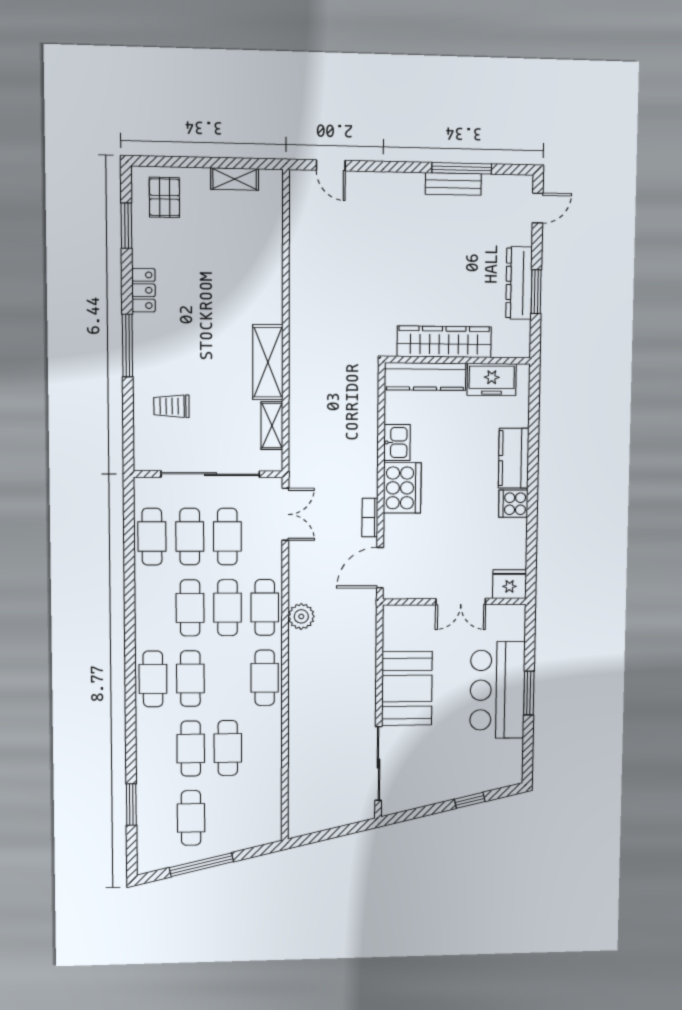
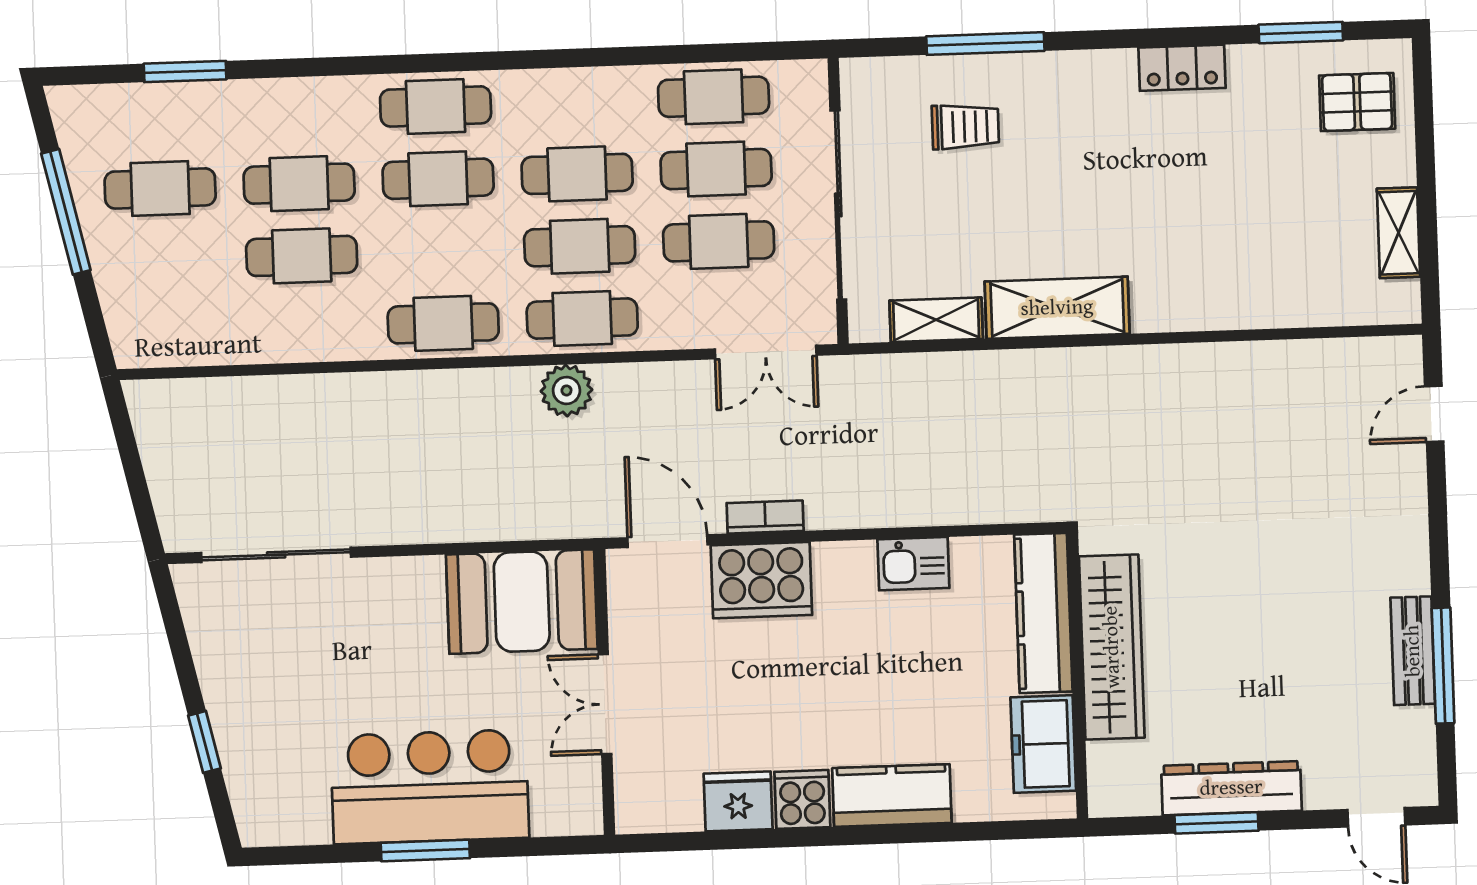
window: (127, 346) -> (985, 44), moved
trolley: (171, 406) -> (965, 127), turned 90
cooker: (402, 488) -> (761, 580), moved
fridge: (510, 584) -> (738, 801), moved, turned -90
booth: (407, 688) -> (522, 602), moved

